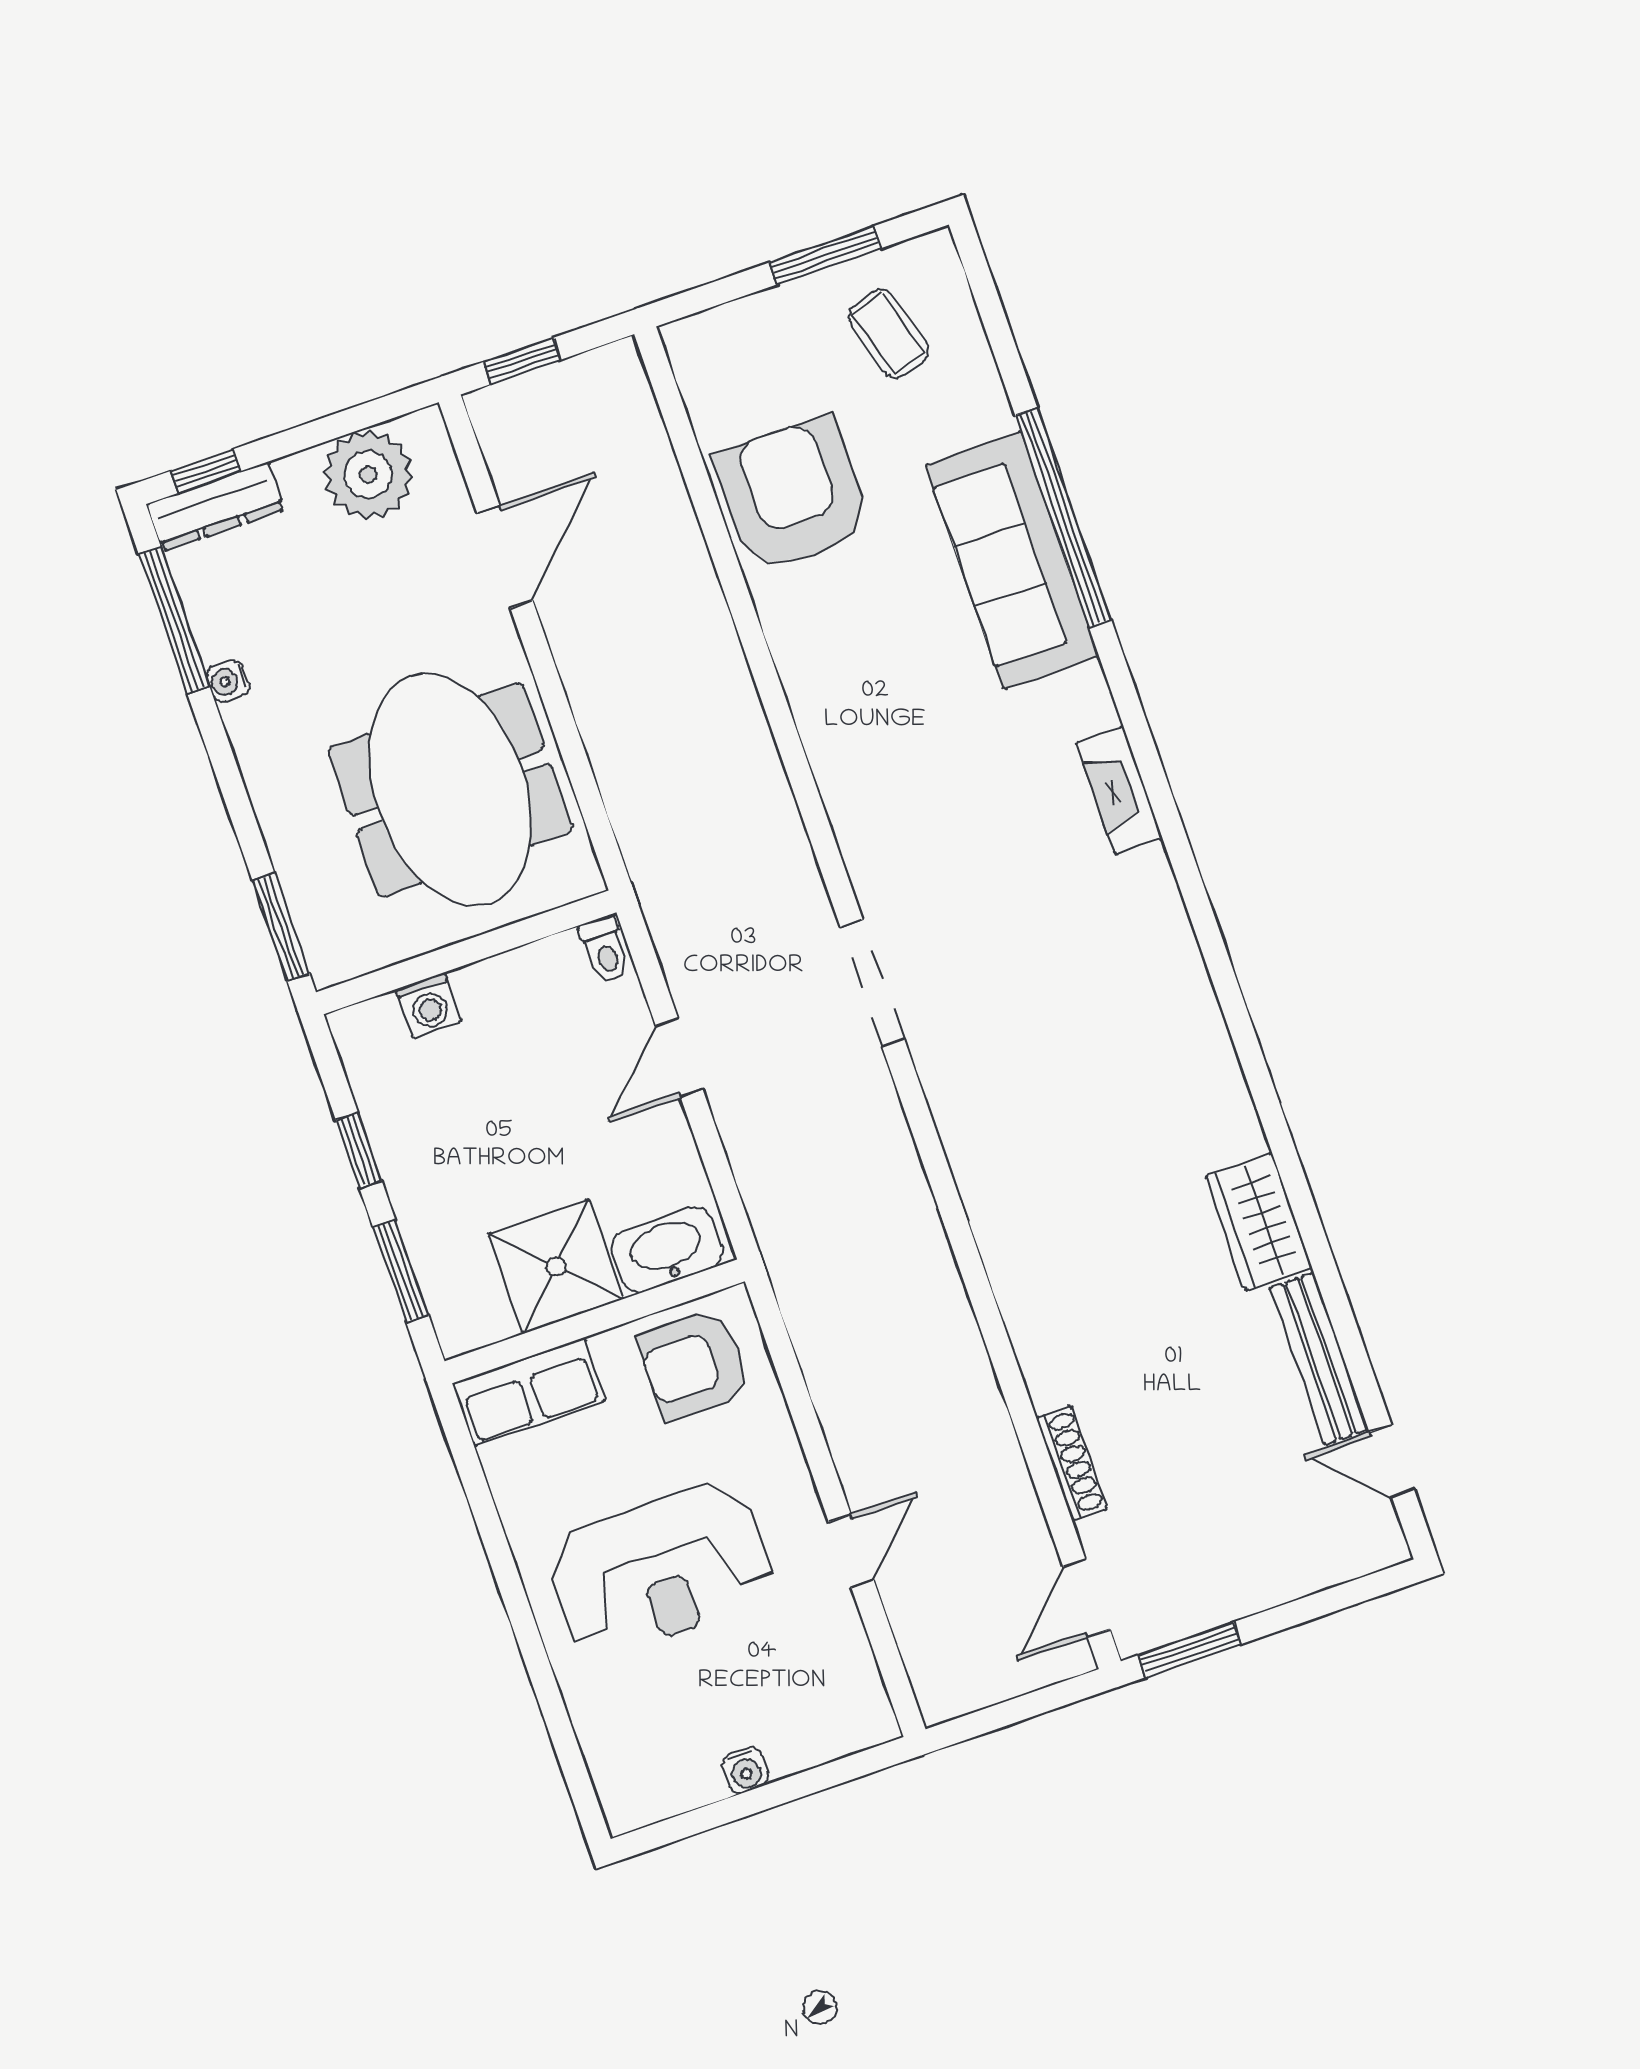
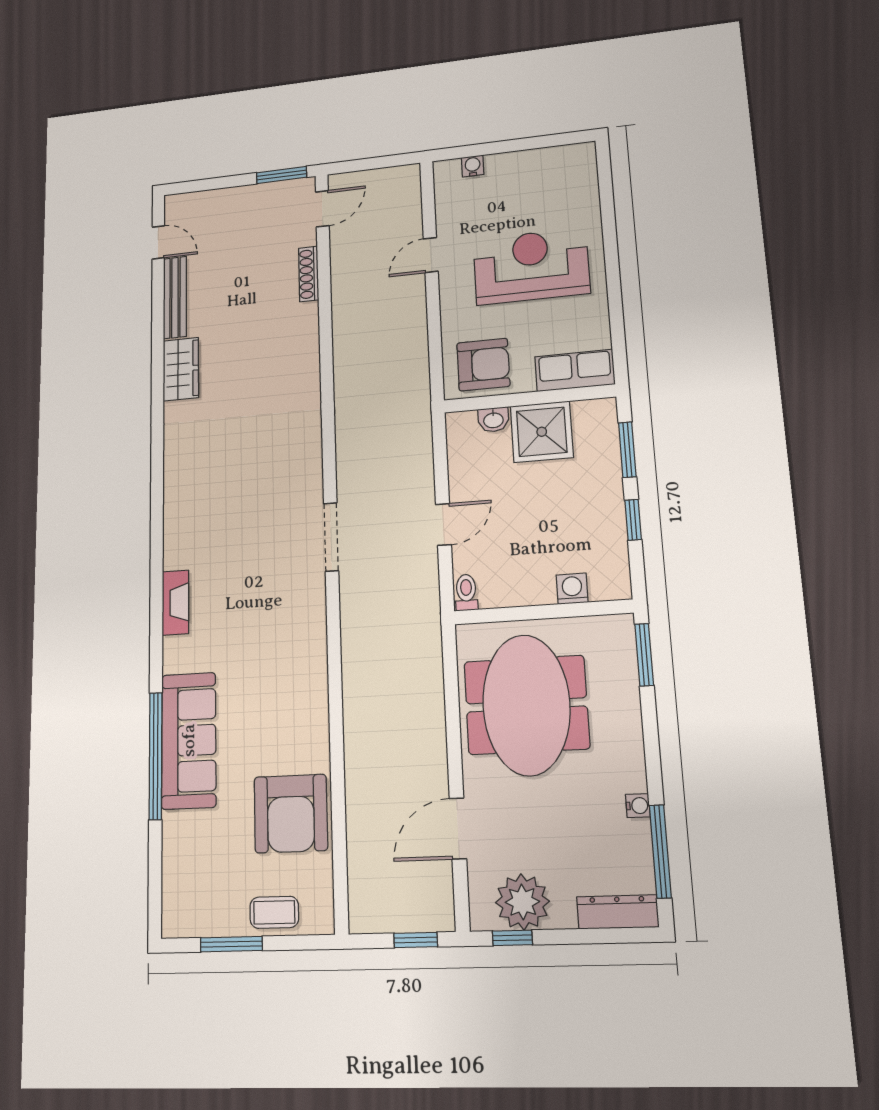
coffee table: (888, 334) -> (274, 912), moved, turned -74
window: (206, 471) -> (512, 938), moved
washbasin: (667, 1250) -> (493, 420), width x0.52, depth x0.69
water cooler: (745, 1770) -> (473, 166), moved

